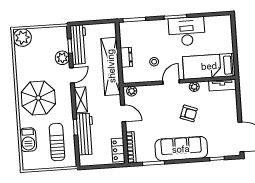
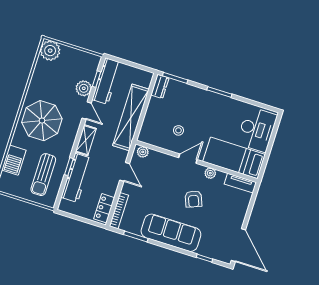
desk: (187, 31) -> (257, 129), moved, turned 90
dresser: (126, 57) -> (160, 86), moved
door: (72, 75) -> (87, 111), hinge flipped
armchair: (189, 113) -> (193, 199), turned 48
sun lounger: (57, 142) -> (43, 175), turned 180

